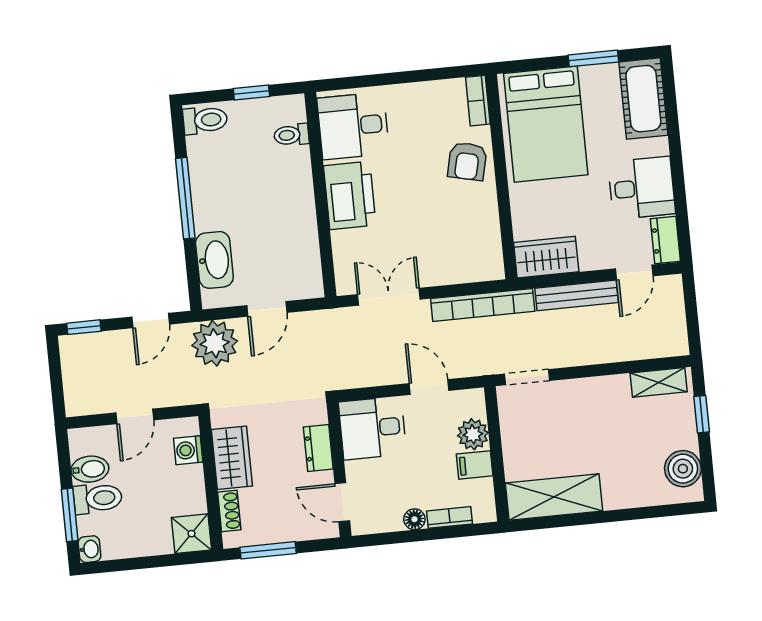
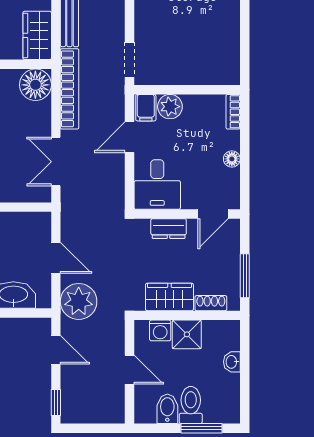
floor lamp: (484, 261) -> (35, 85), added
filing cabinet: (475, 465) -> (146, 108), moved
shelving: (554, 497) -> (225, 48), removed
bookcase: (449, 517) -> (233, 112), moved
shower: (192, 534) -> (187, 334), moved
washbasin: (90, 549) -> (232, 362), moved, turned -90

